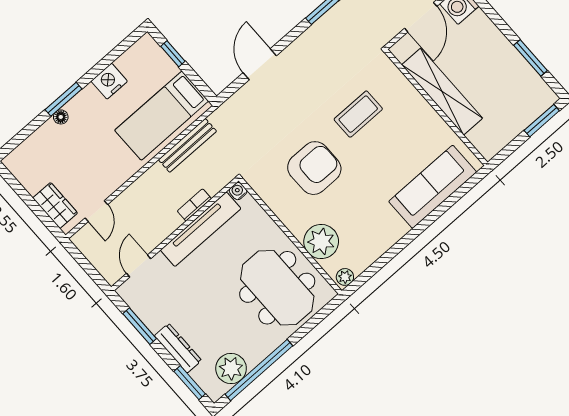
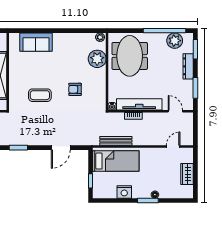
armchair: (314, 168) -> (75, 89), width x0.53, depth x0.53
sofa: (433, 187) -> (36, 42), width x0.73
wardrobe: (55, 205) -> (187, 174), moved
door: (139, 266) -> (175, 111), swing flipped

